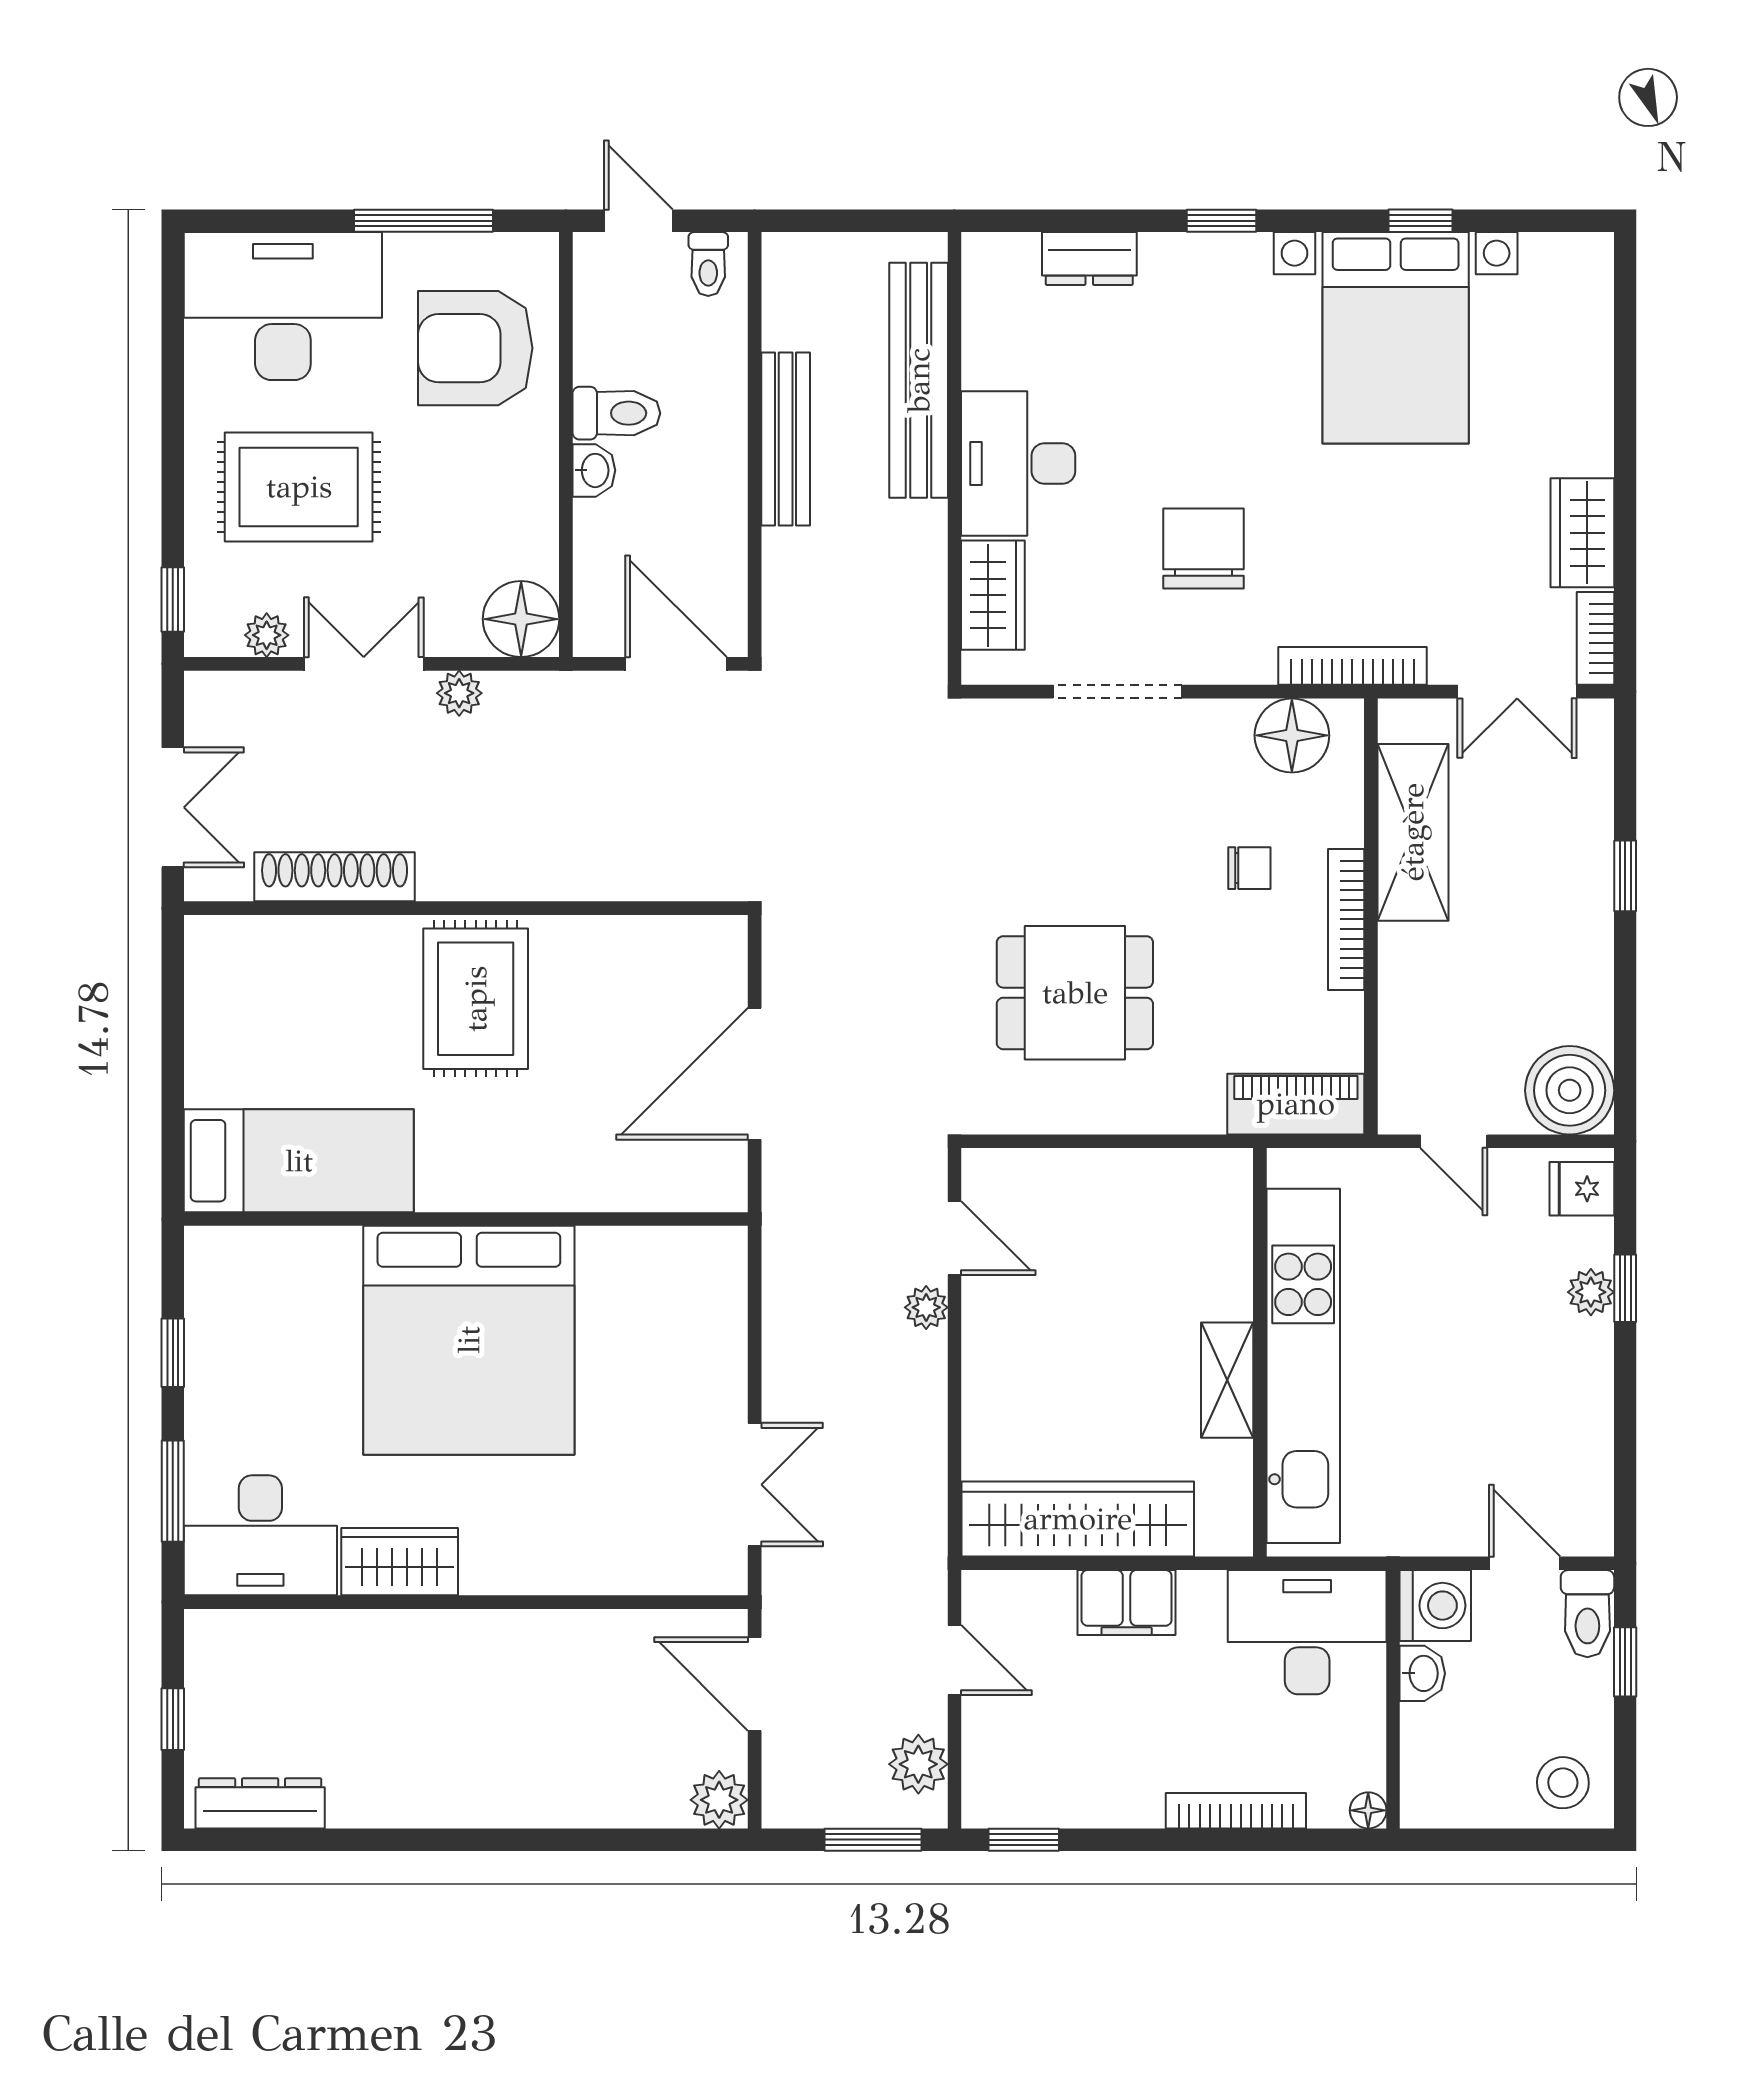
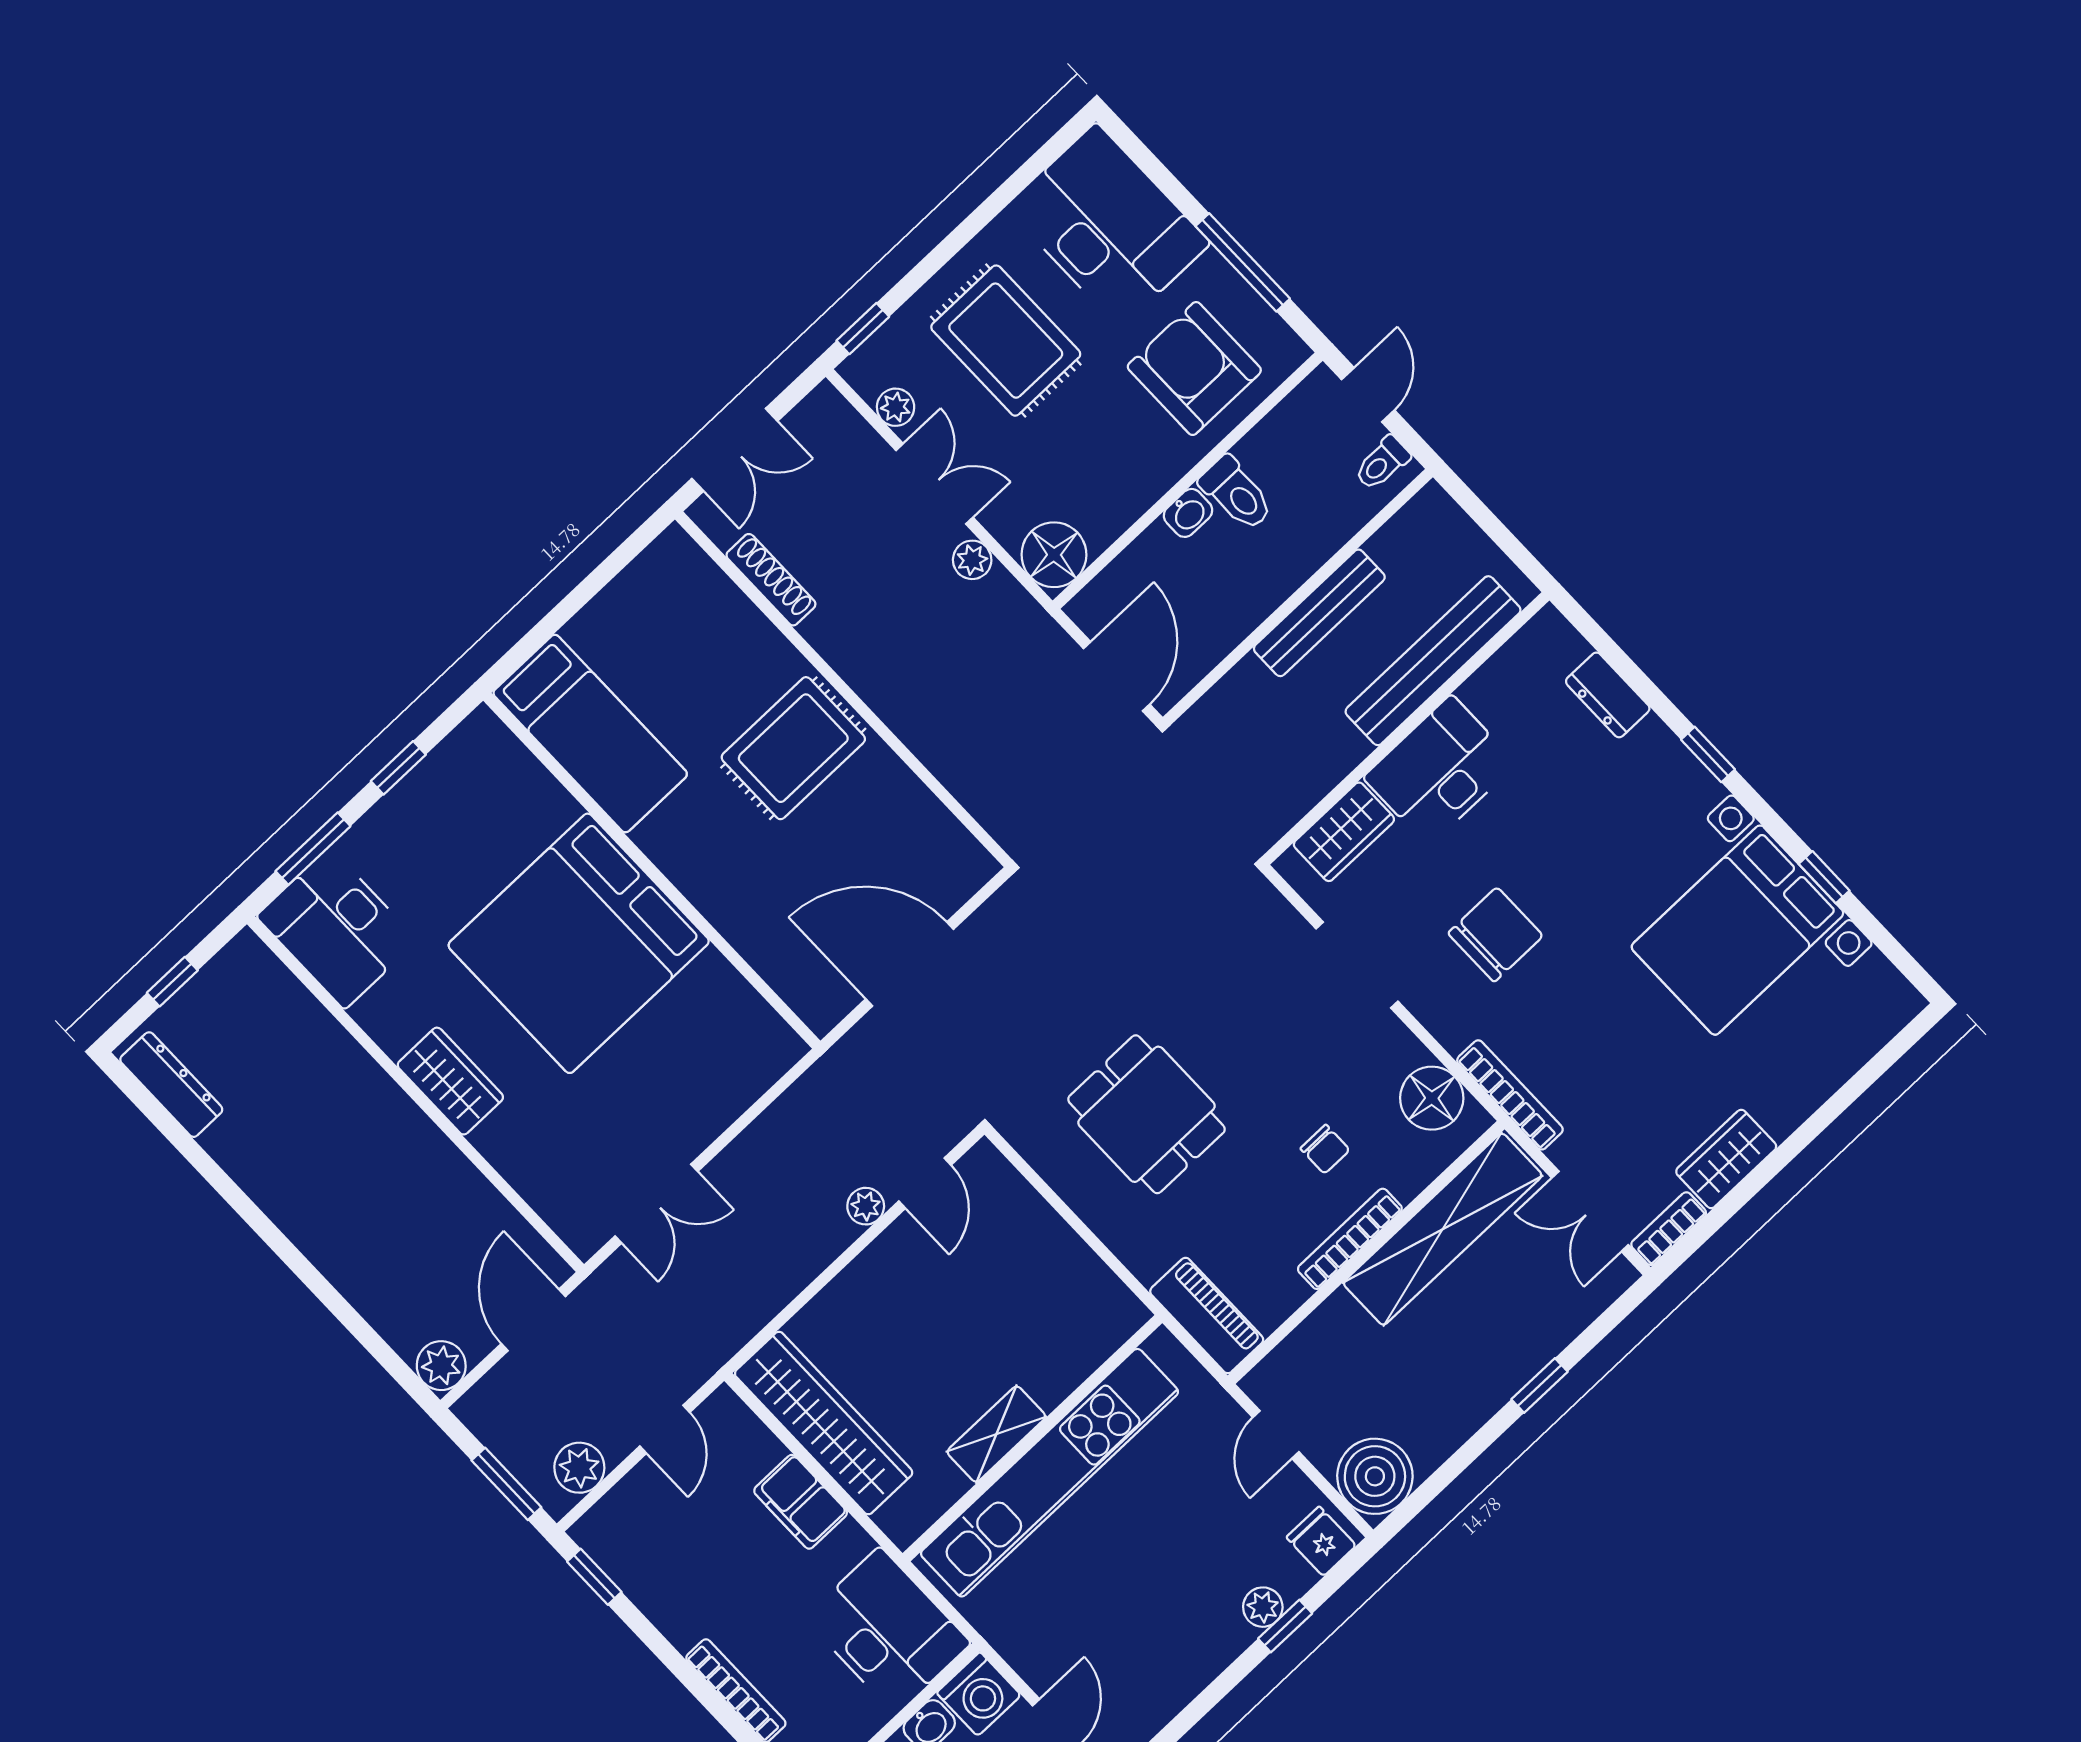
shelving: (1413, 832) -> (1443, 1229), width x1.47
shoe rack: (335, 877) -> (771, 580), width x0.74, depth x0.81
wardrobe: (400, 1562) -> (450, 1081), moved

